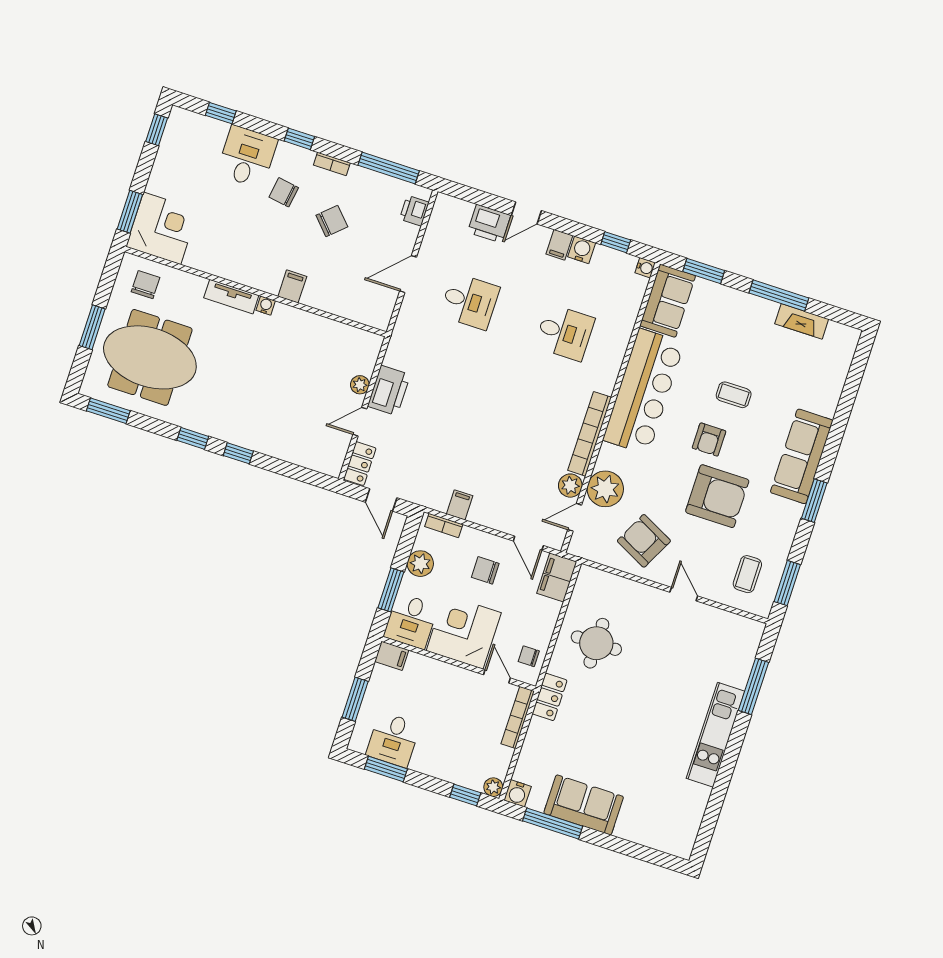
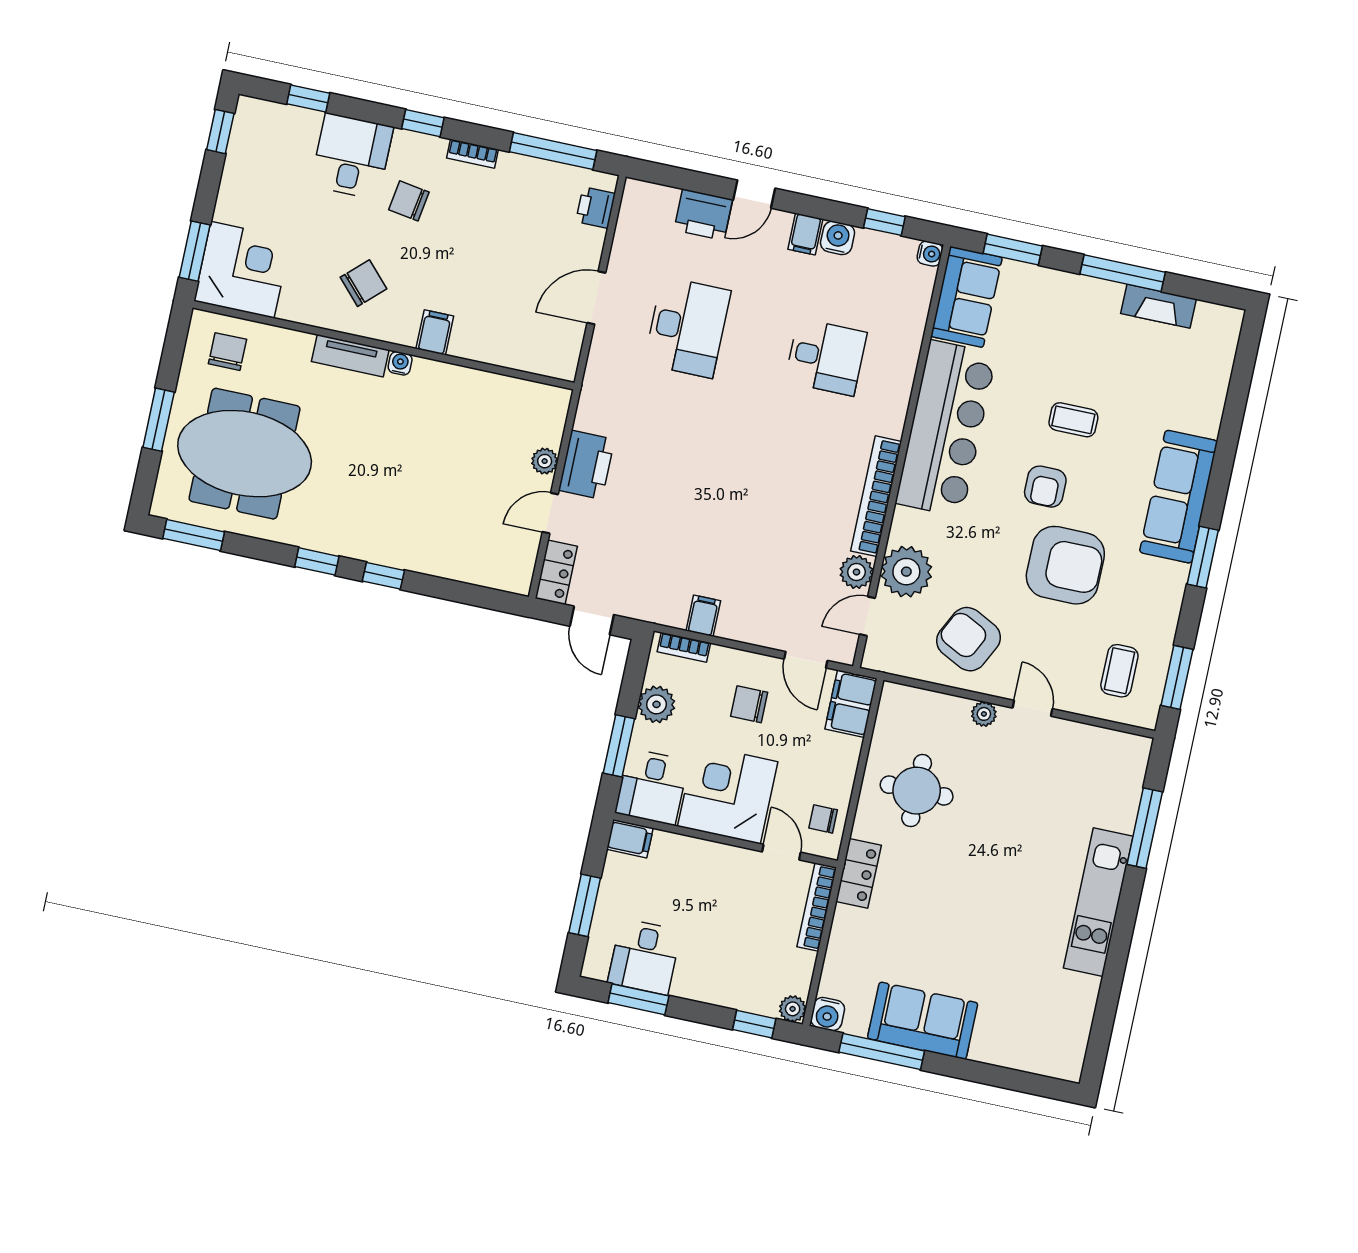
chair: (332, 221) -> (363, 283), moved
desk: (470, 301) -> (687, 327), width x1.37
plant: (649, 594) -> (984, 714), added

